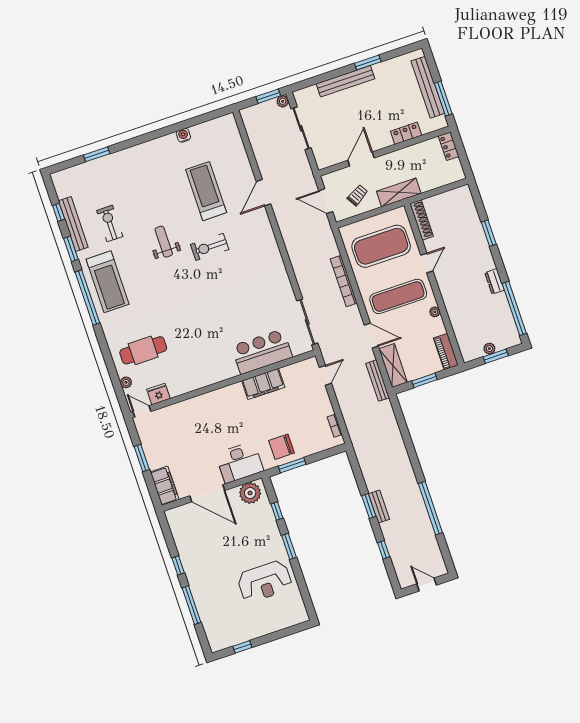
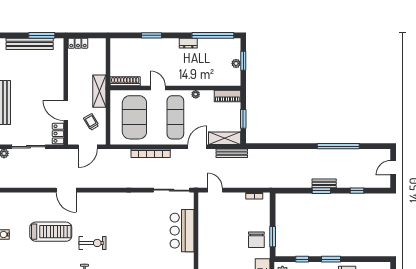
locker: (406, 133) -> (58, 134), moved
treadmill: (206, 191) -> (51, 232), turned 180
exercise bike: (210, 247) -> (92, 243), turned -90
filing cabinet: (263, 384) -> (206, 238), removed

